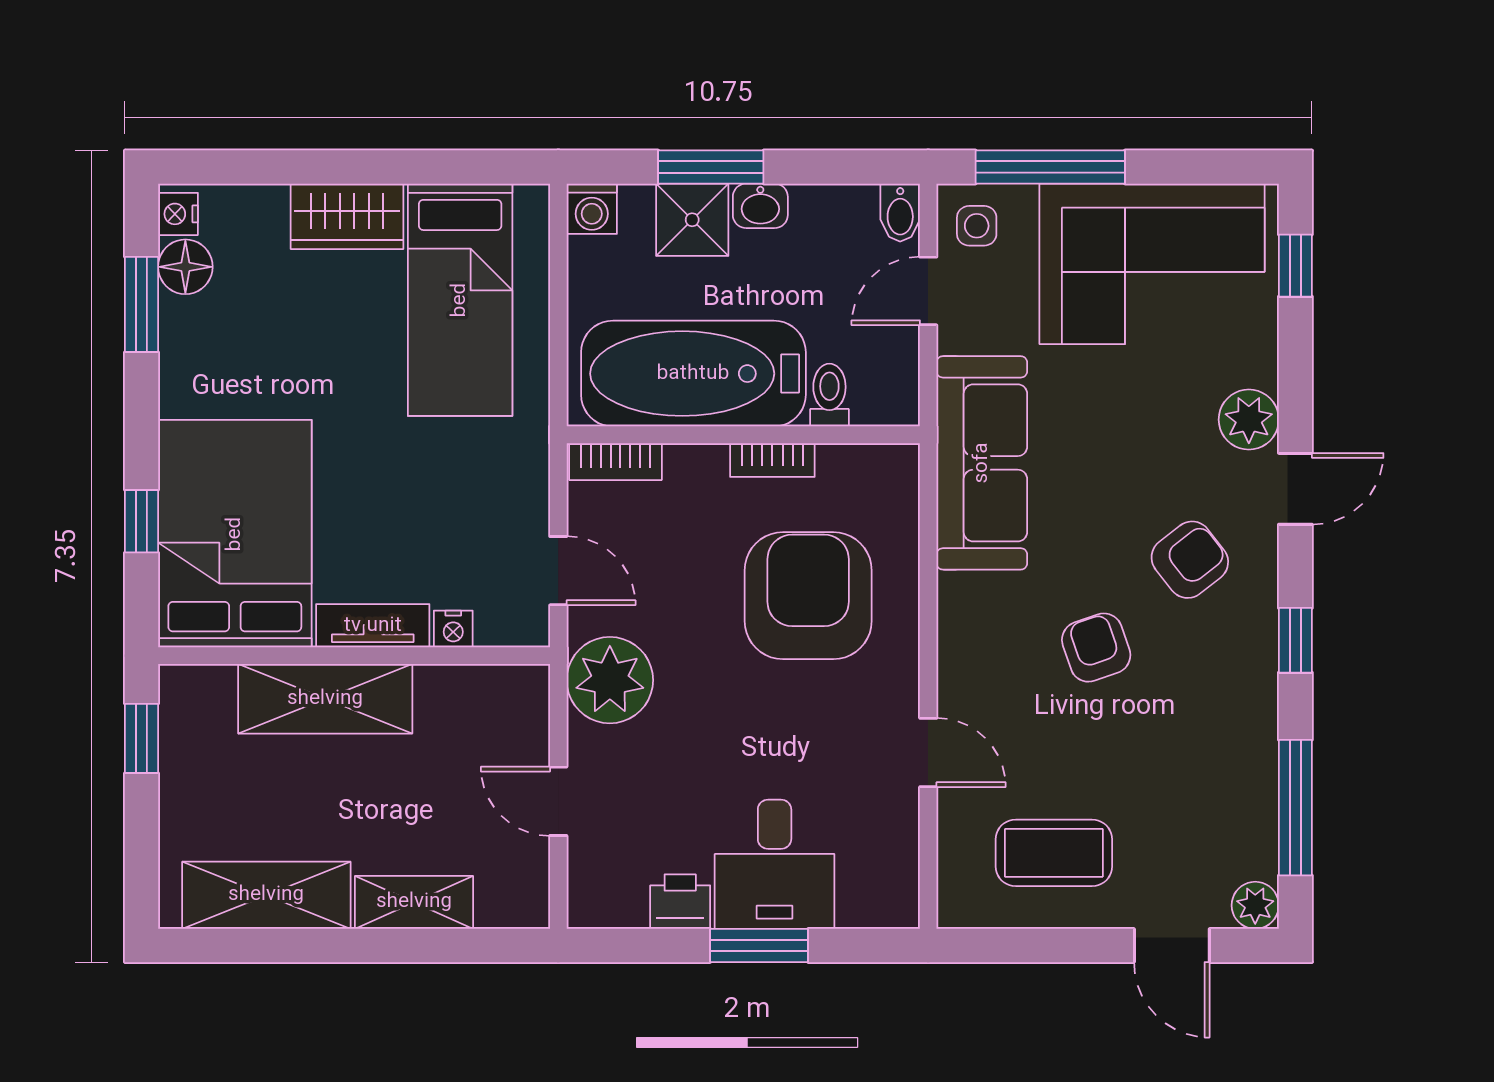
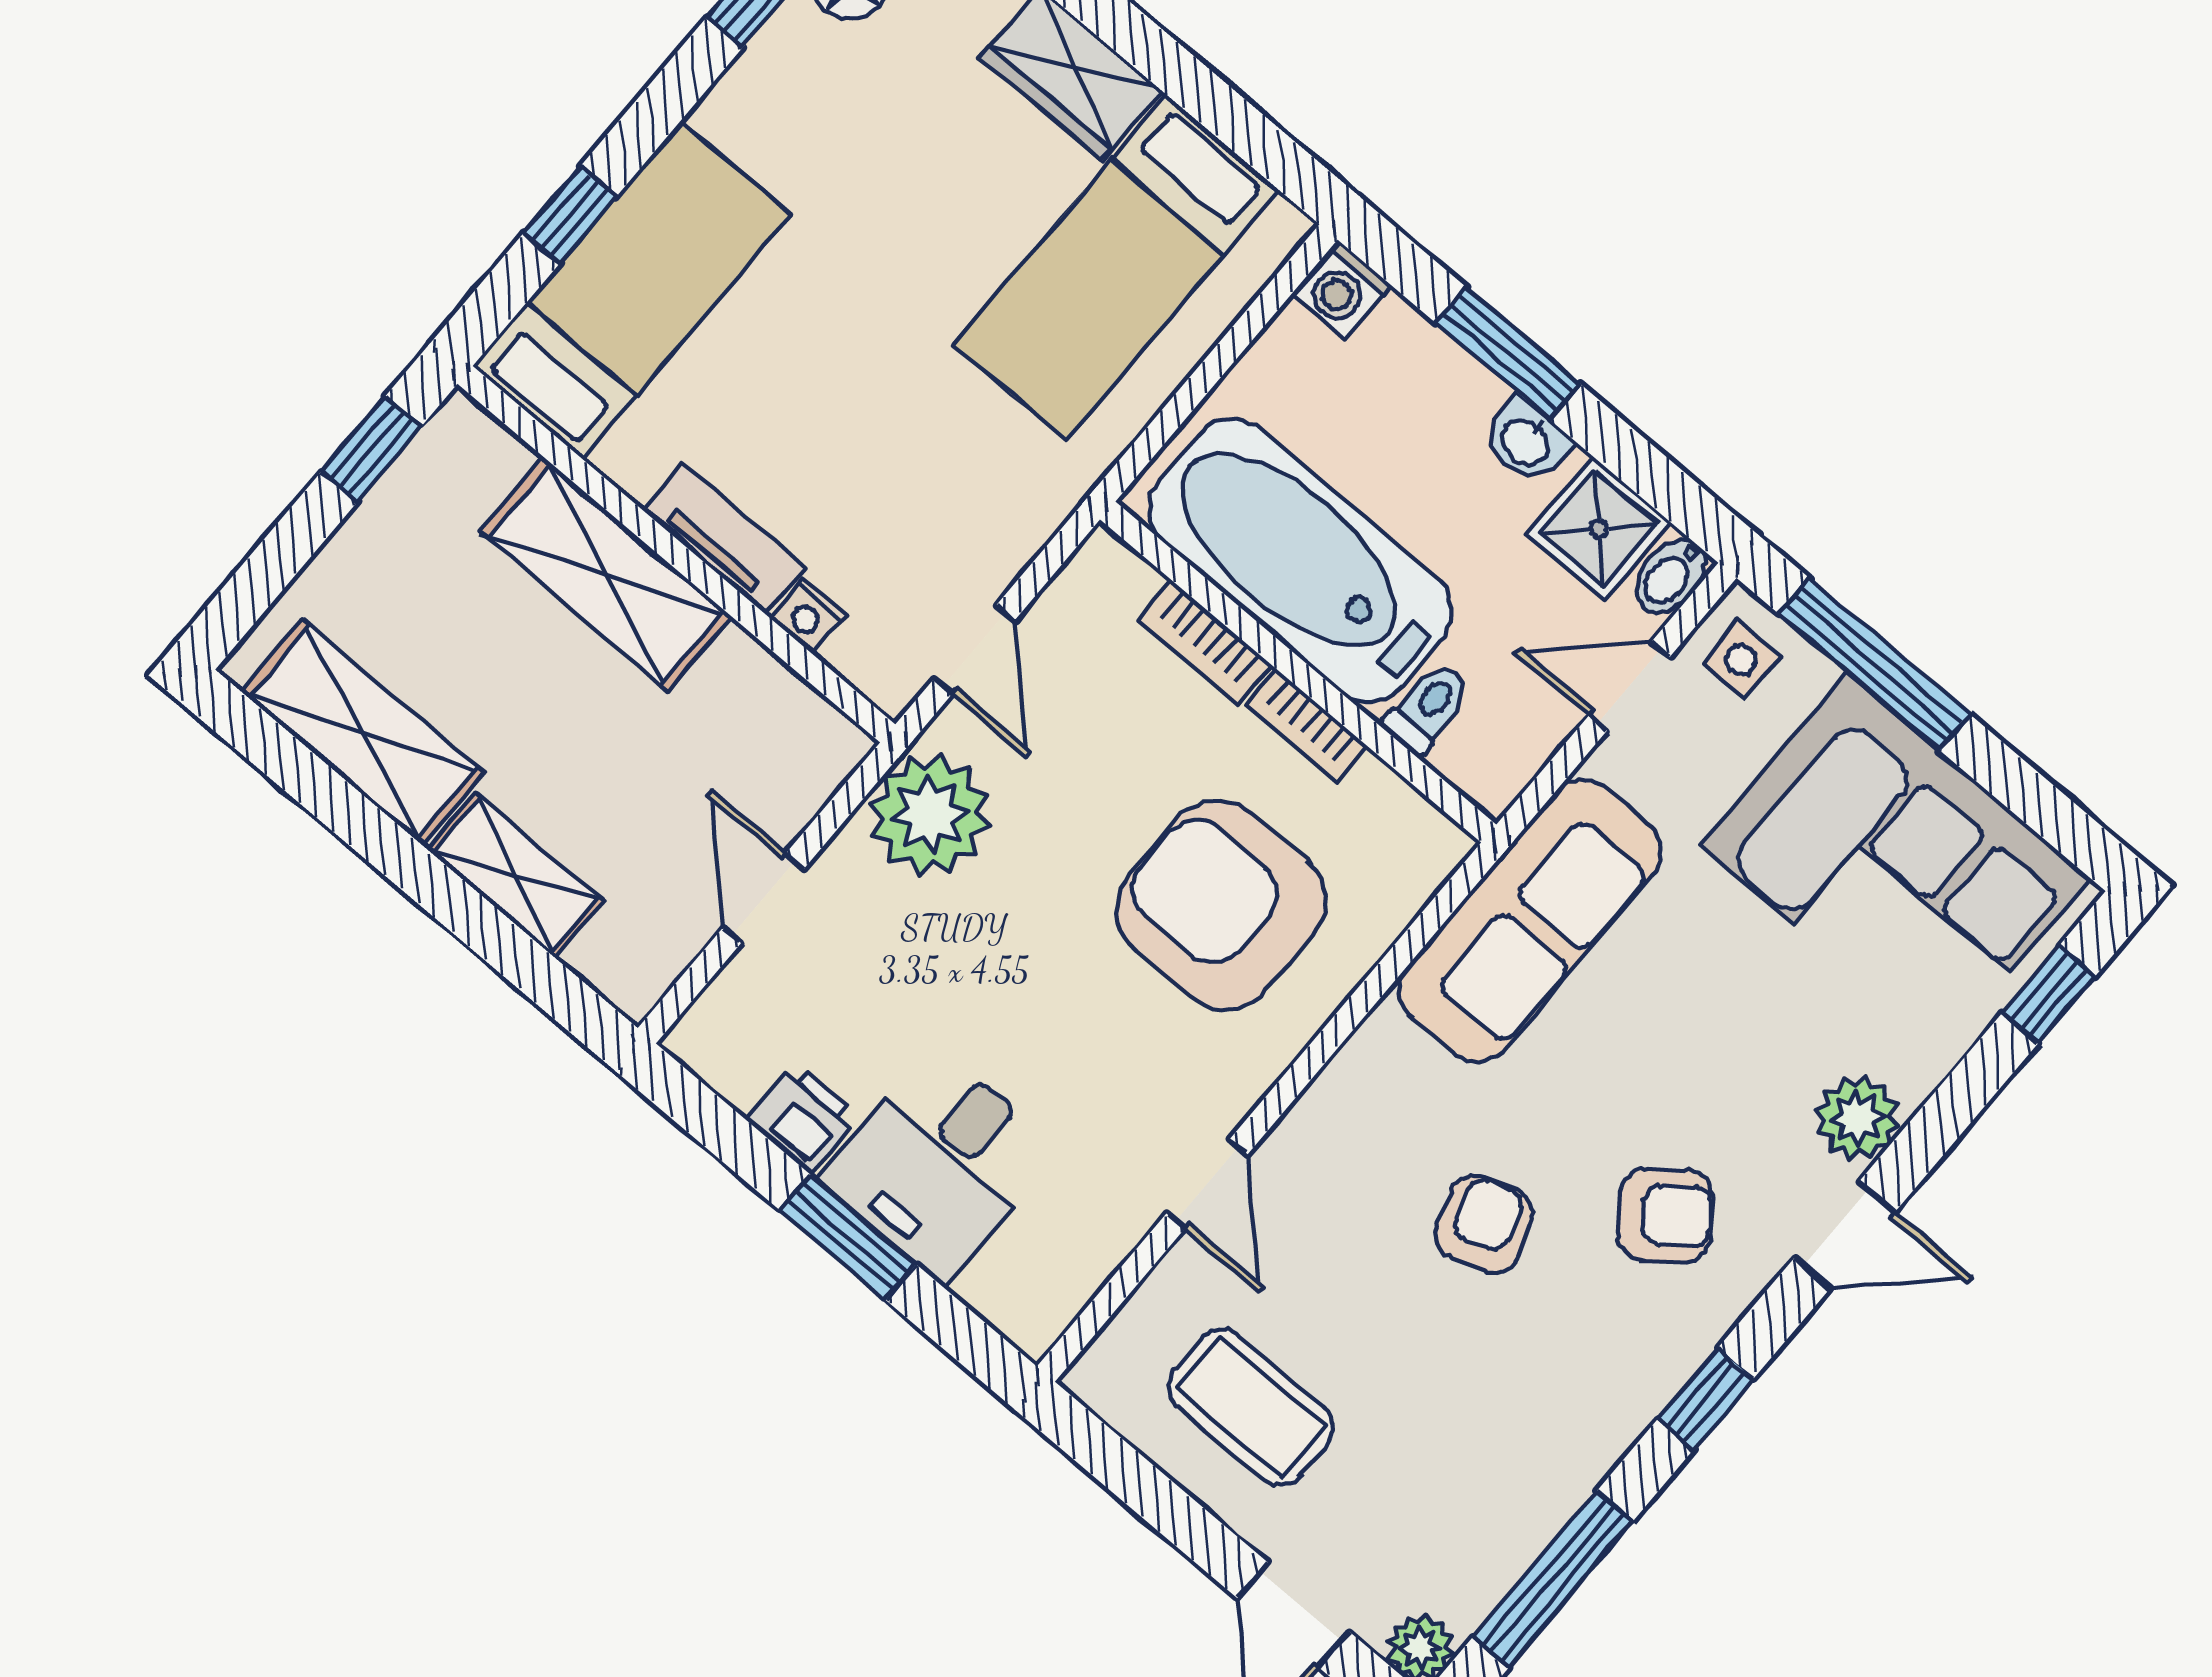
shower: (692, 220) -> (1599, 528), moved
bookcase: (616, 462) -> (1205, 642), moved
bed: (235, 534) -> (632, 290), width x0.67
armchair: (808, 596) -> (1221, 905), turned -90

